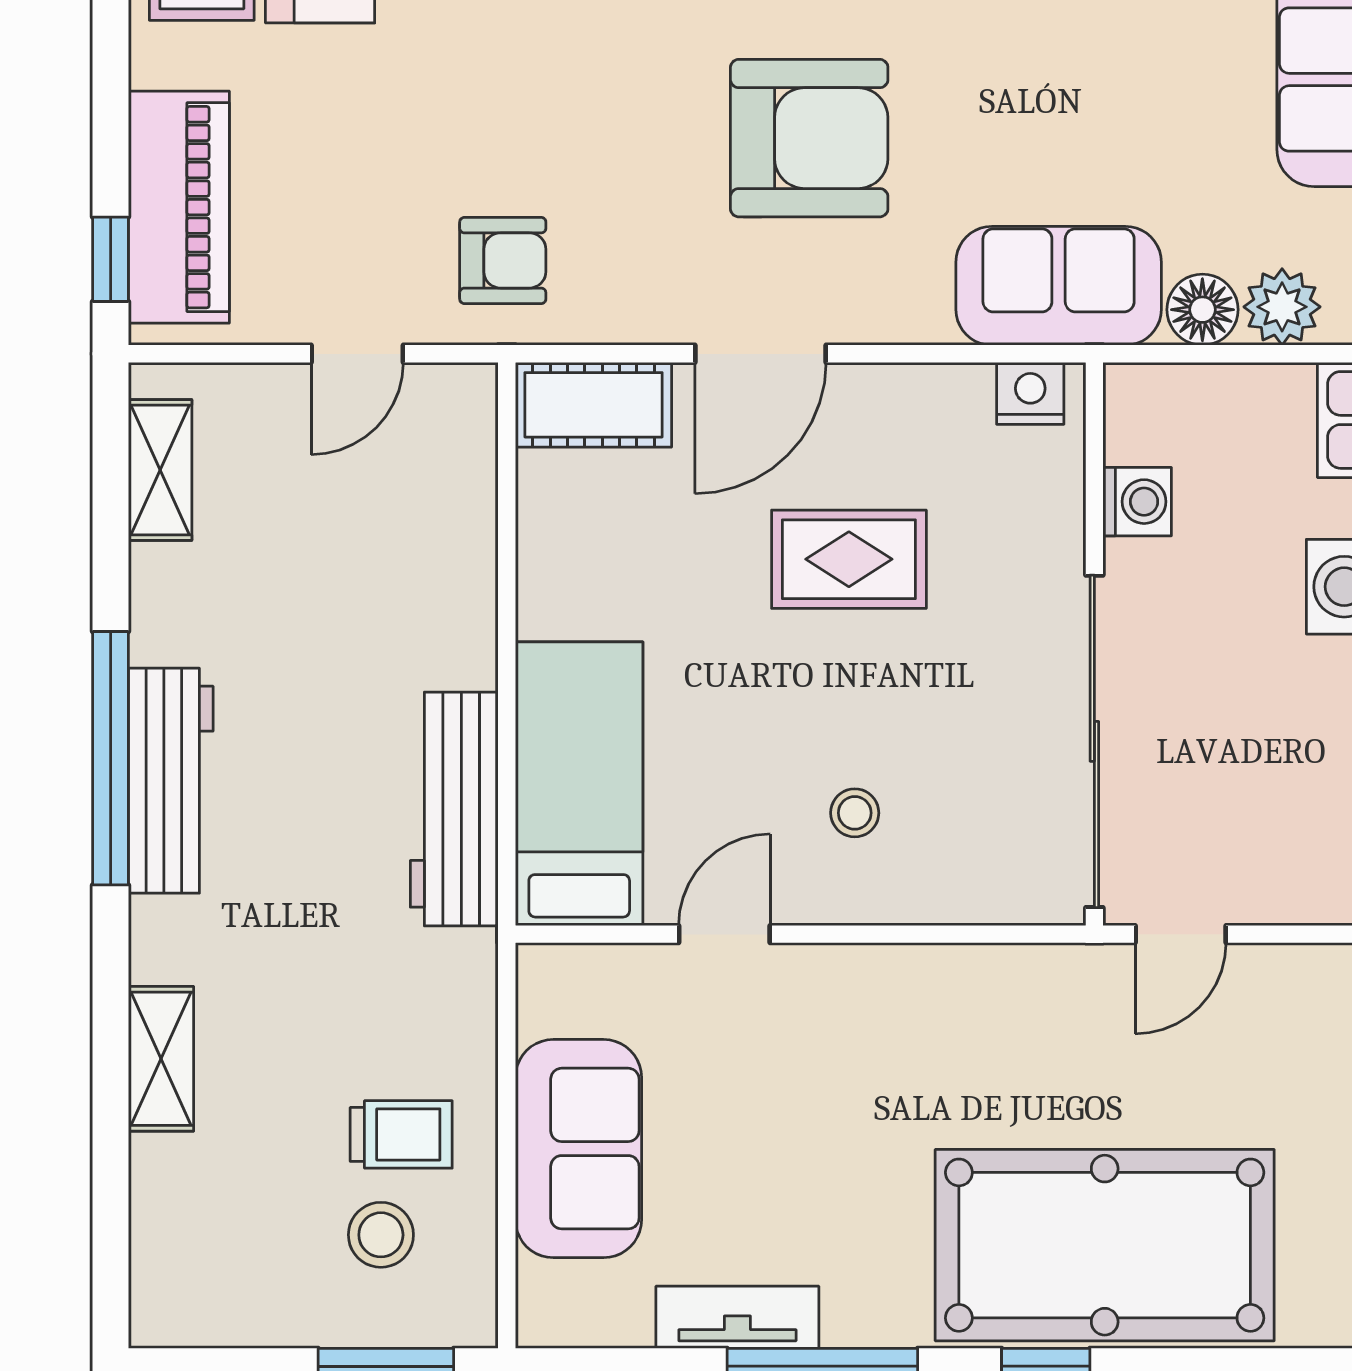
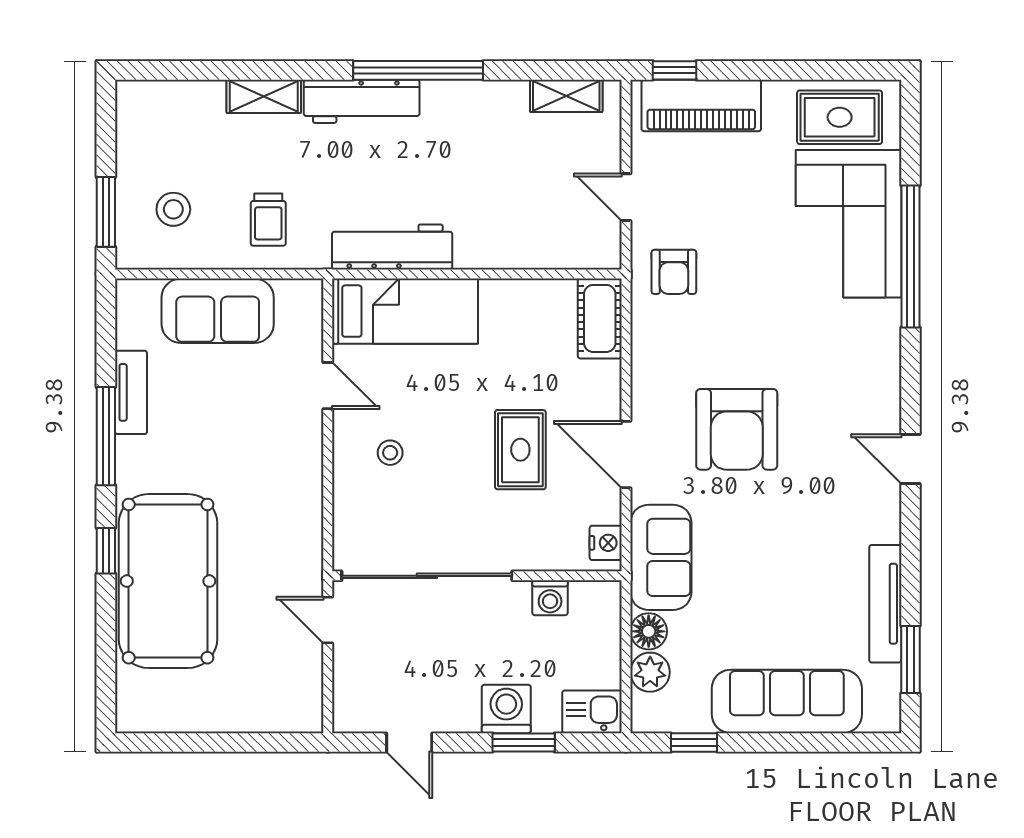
door: (761, 354) -> (626, 454), moved
workbench: (171, 781) -> (362, 101), moved
trolley: (401, 1134) -> (268, 220), moved

